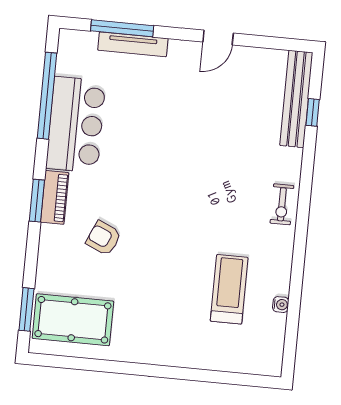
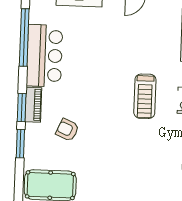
treadmill: (229, 289) -> (145, 96), moved, turned 180
window: (26, 309) -> (20, 144), moved

